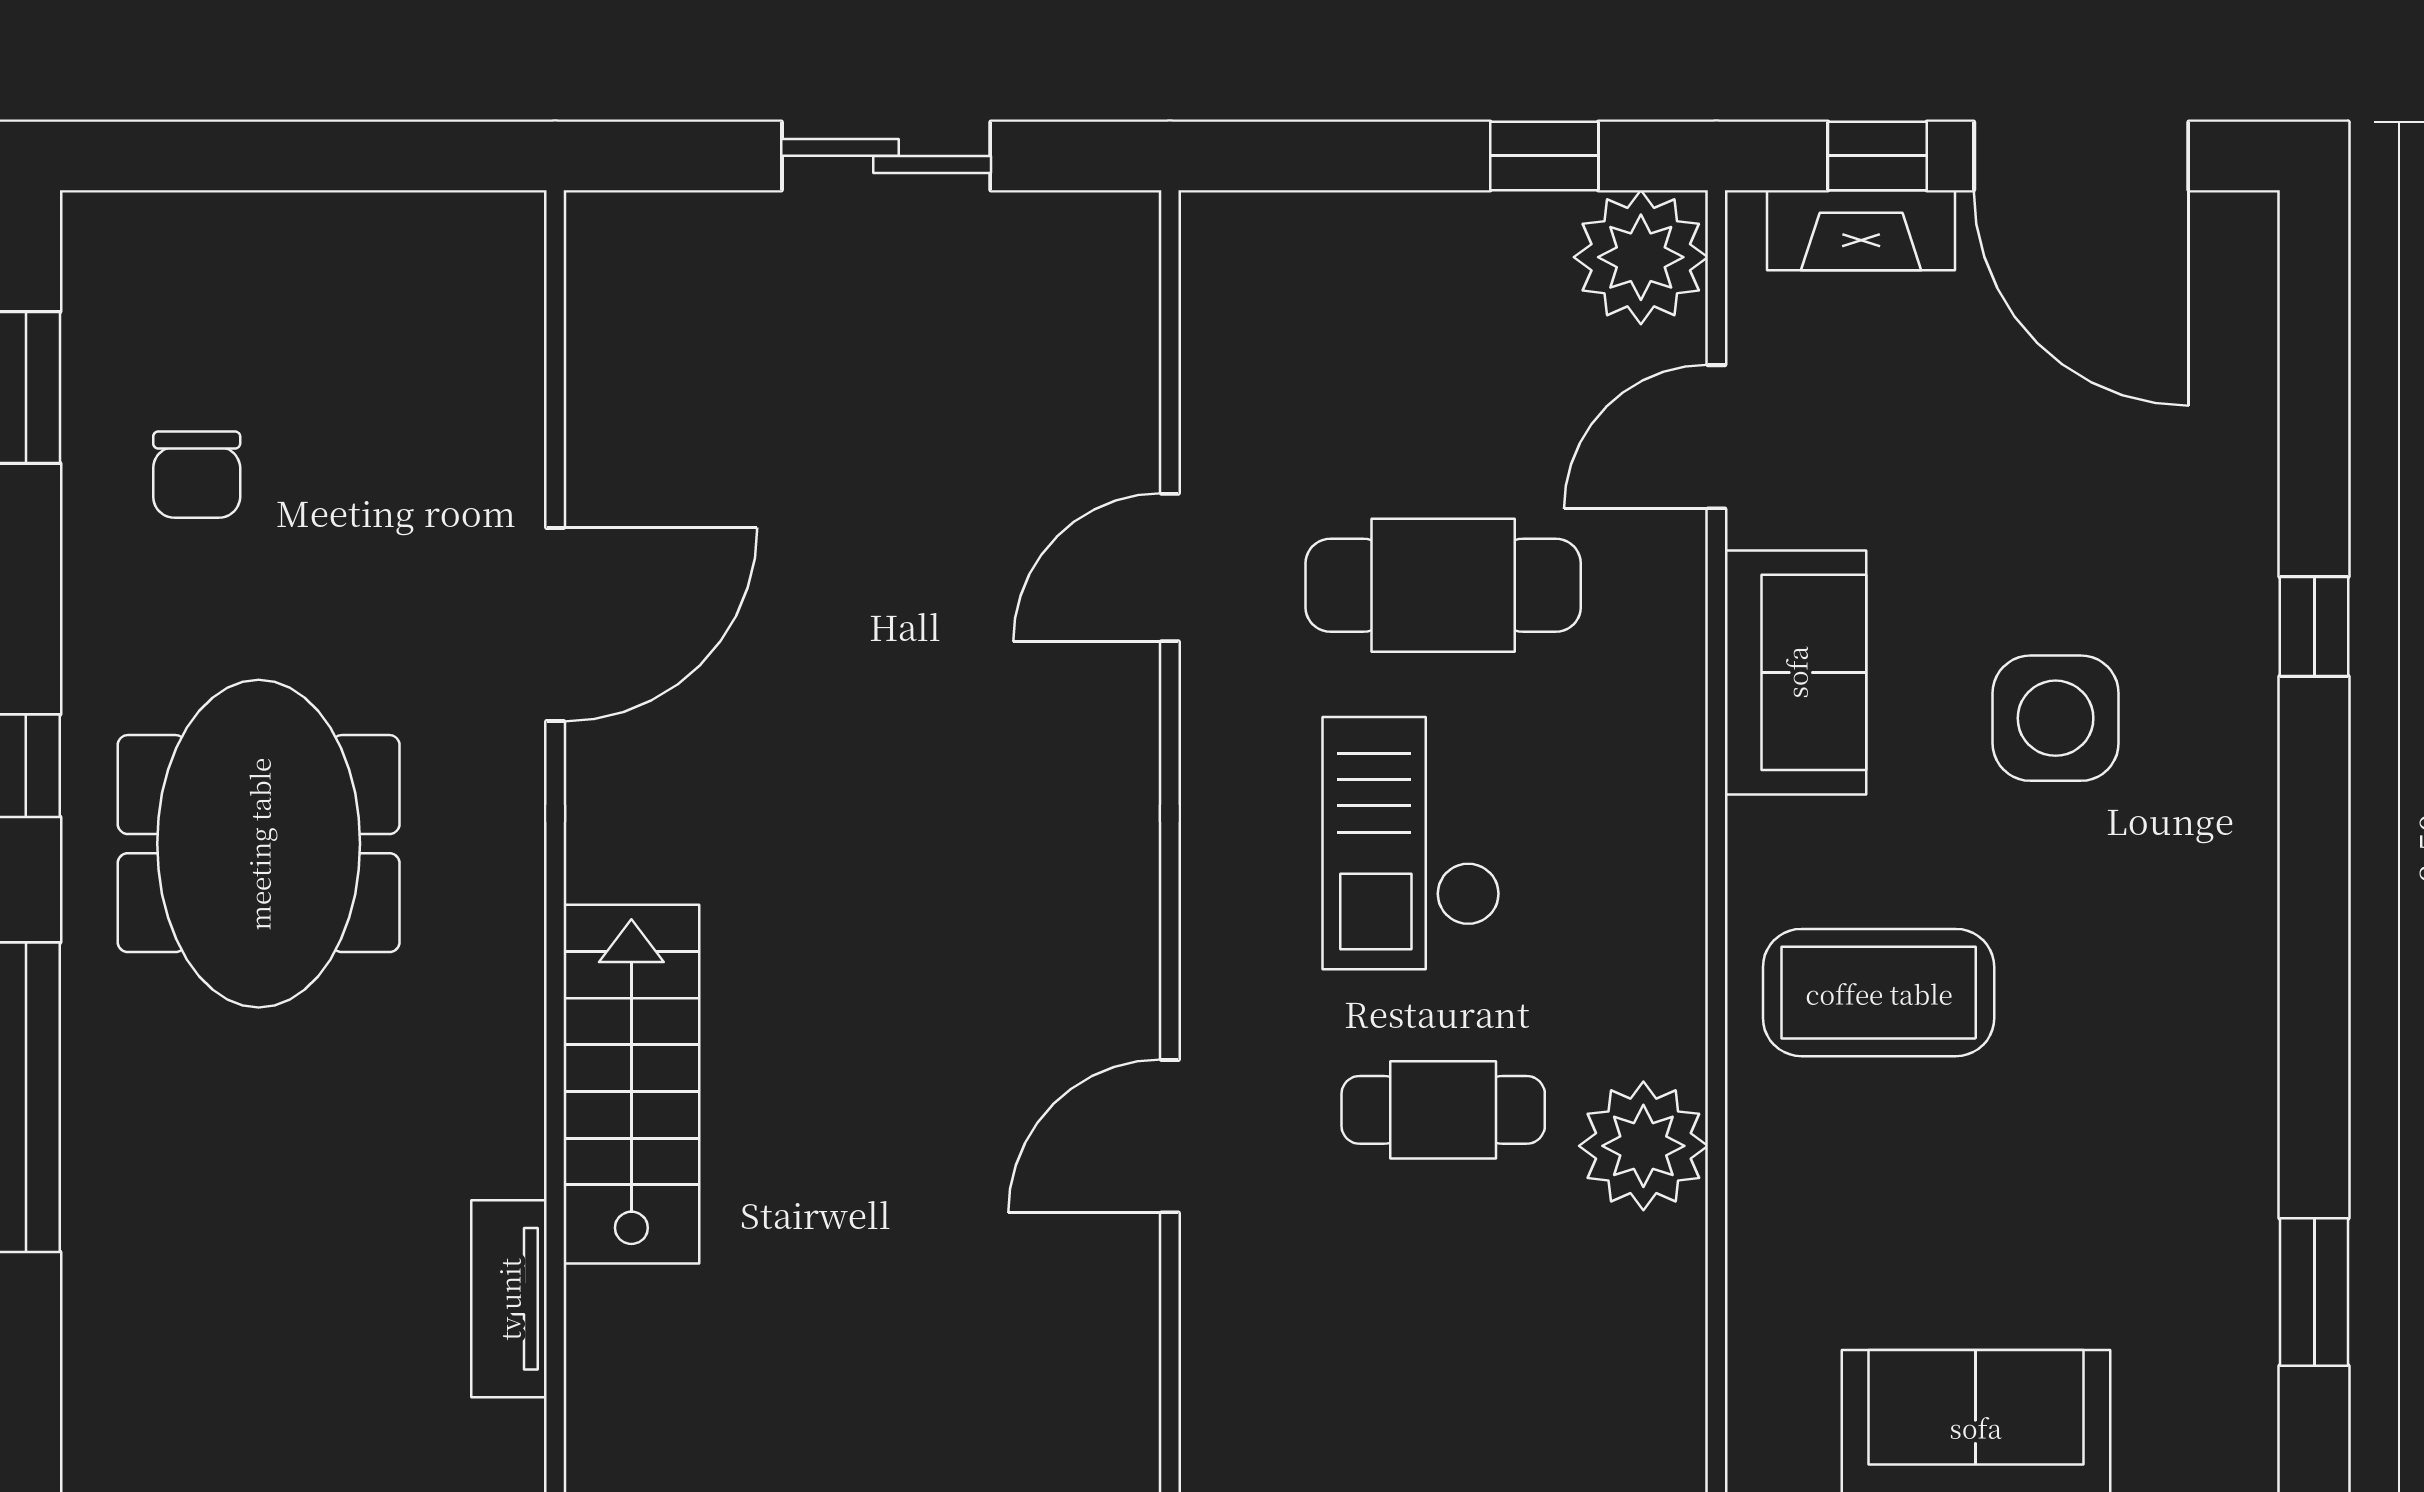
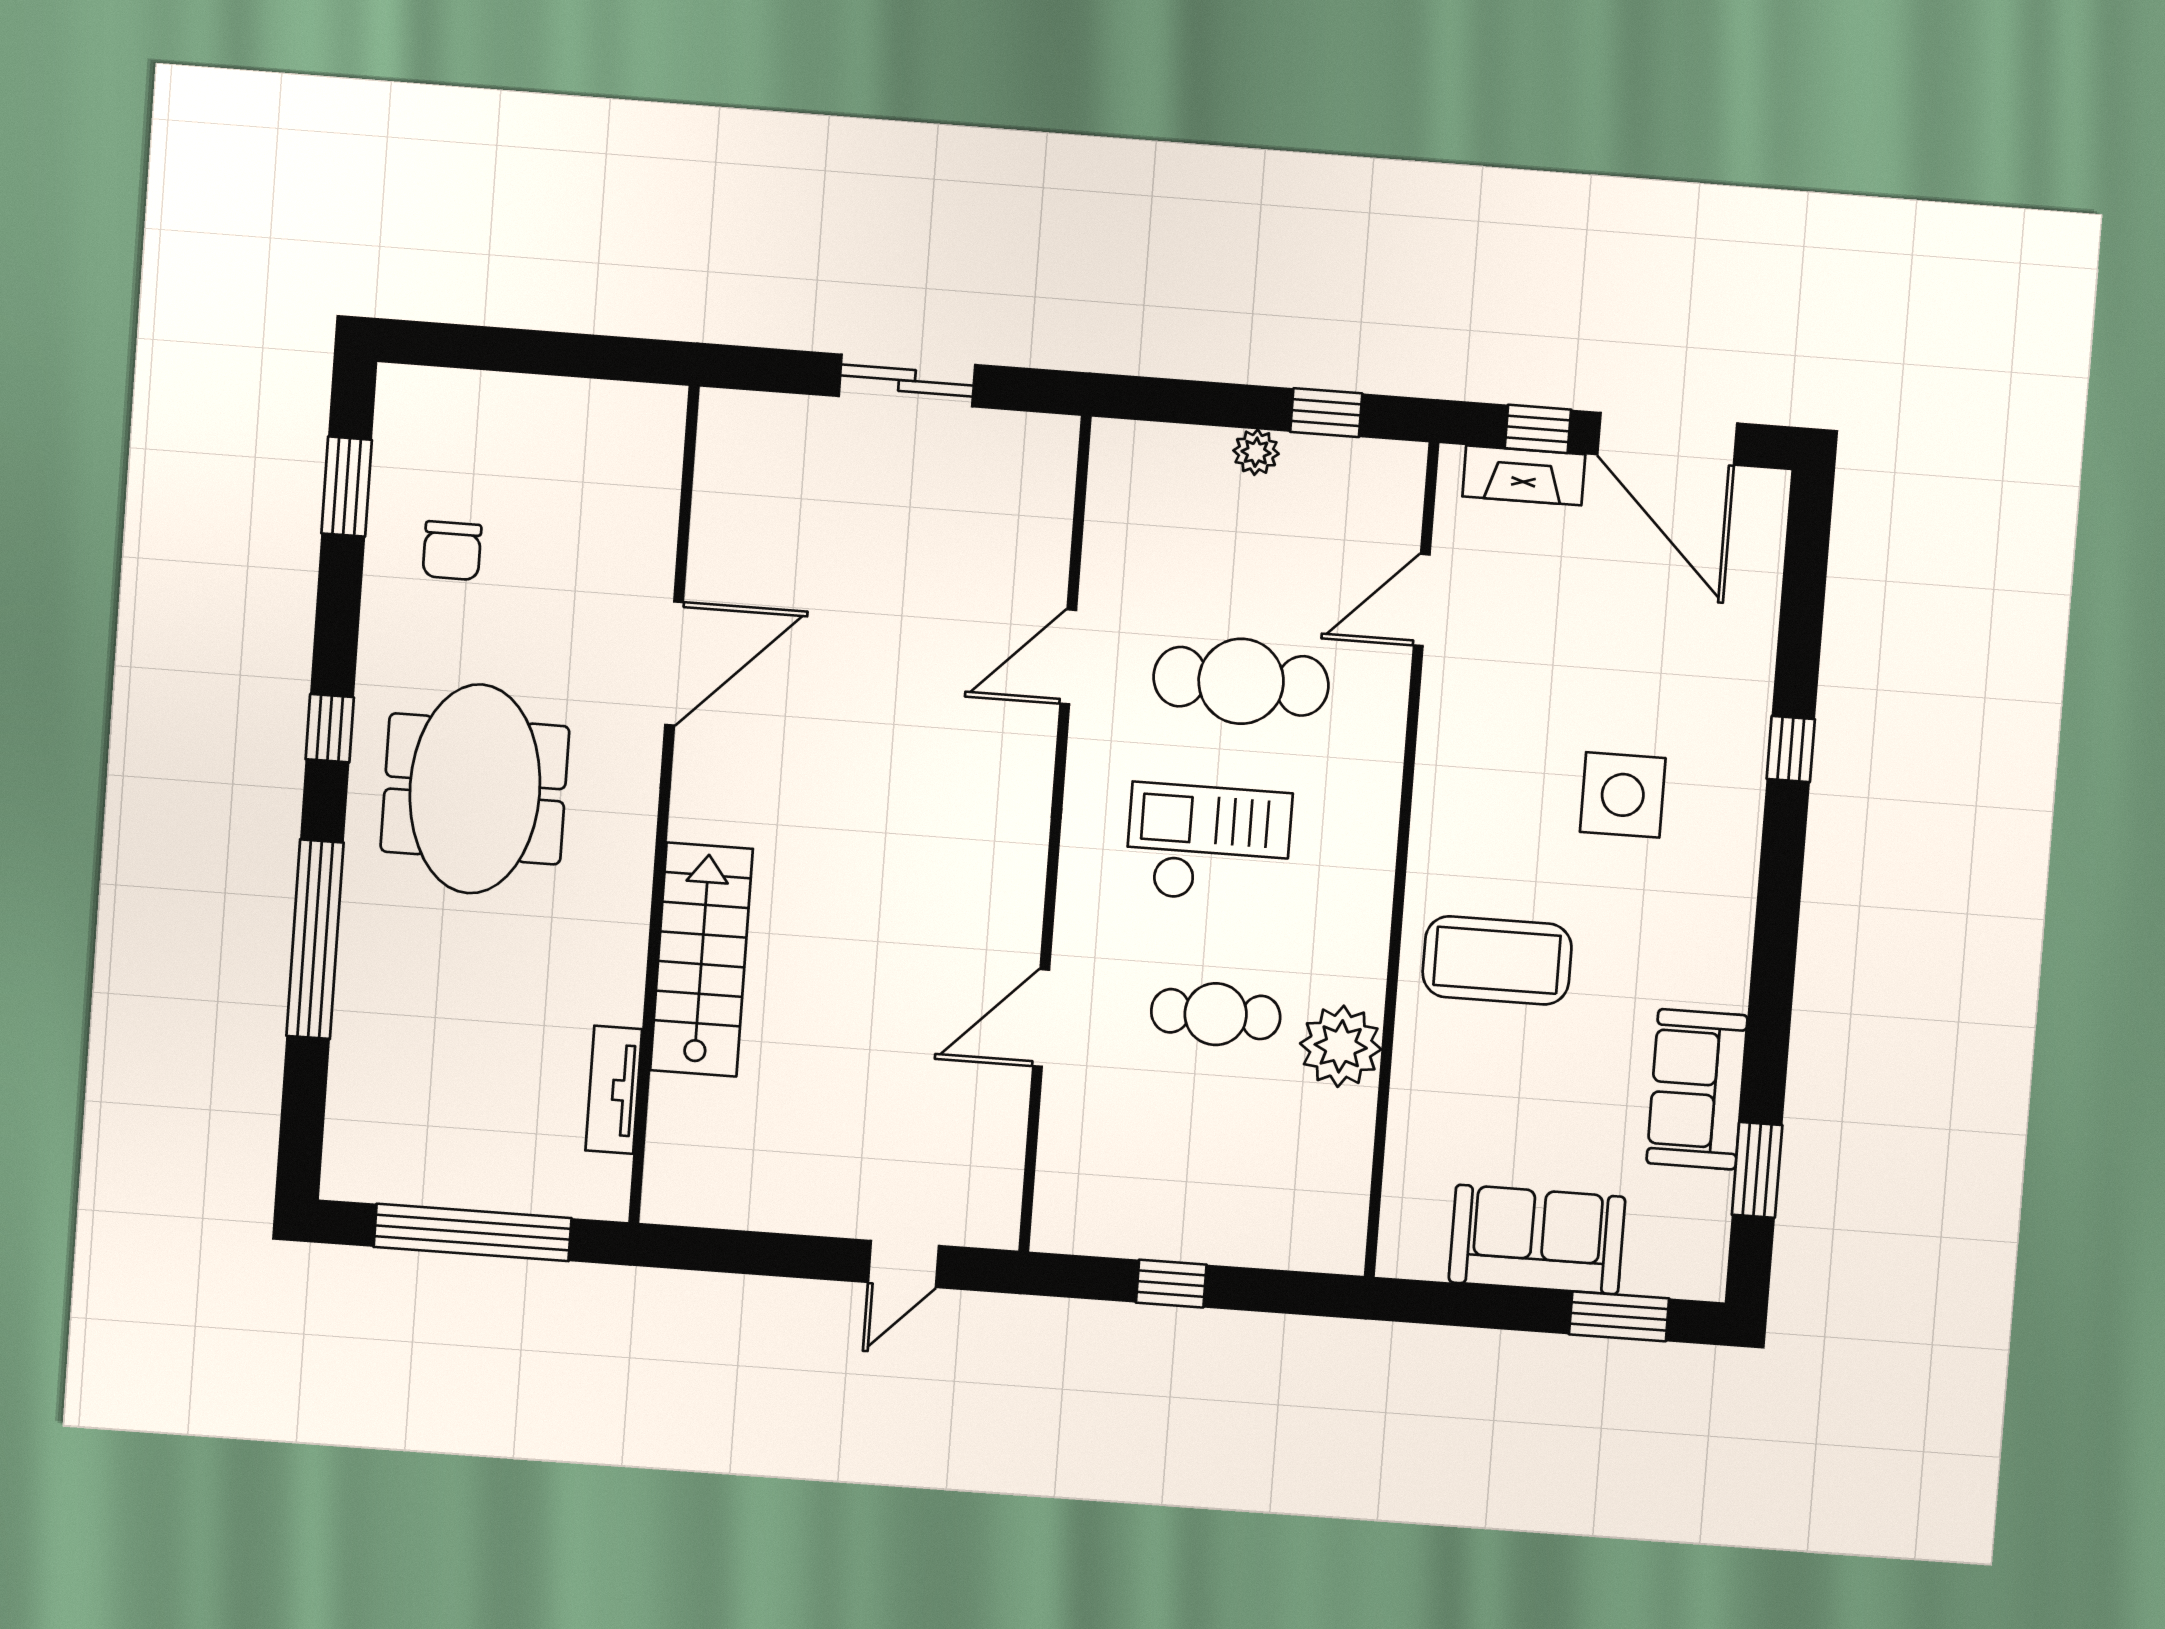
plant: (1641, 257) -> (1256, 452), moved, width x0.53, depth x0.53
sofa: (1796, 672) -> (1697, 1089), moved, turned 180
checkout: (1411, 843) -> (1208, 844), turned 90

